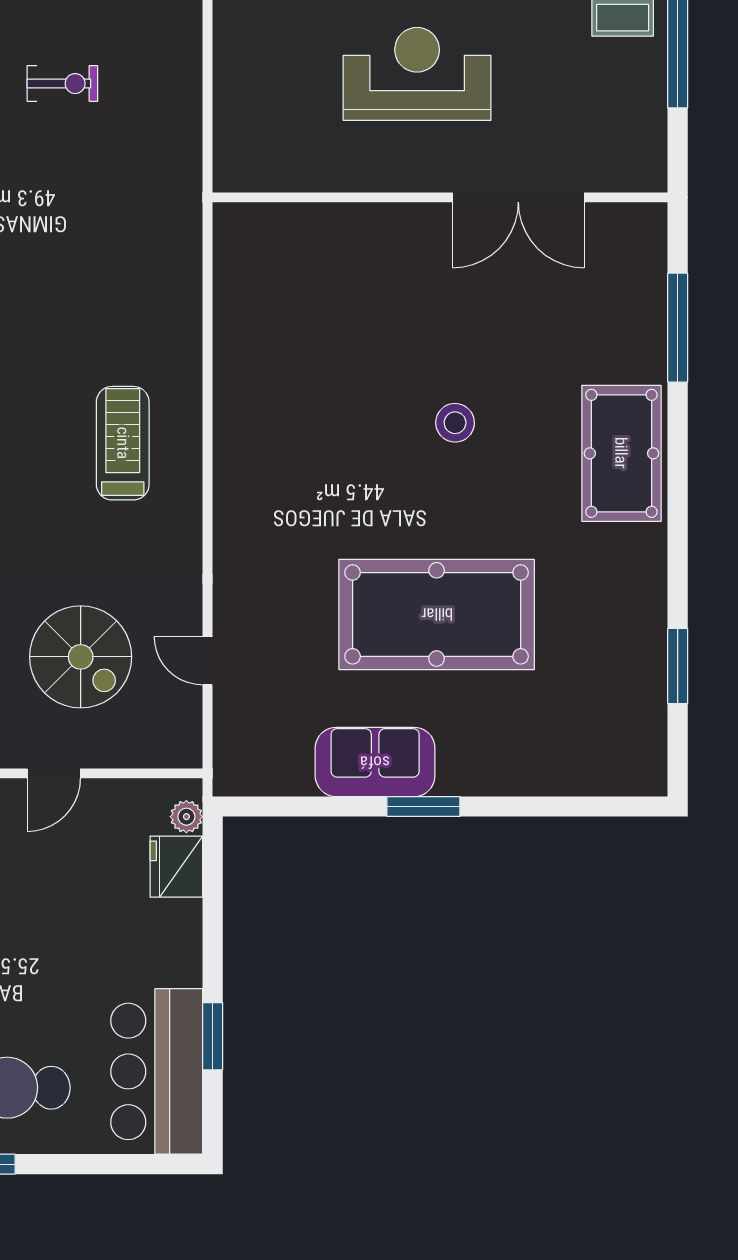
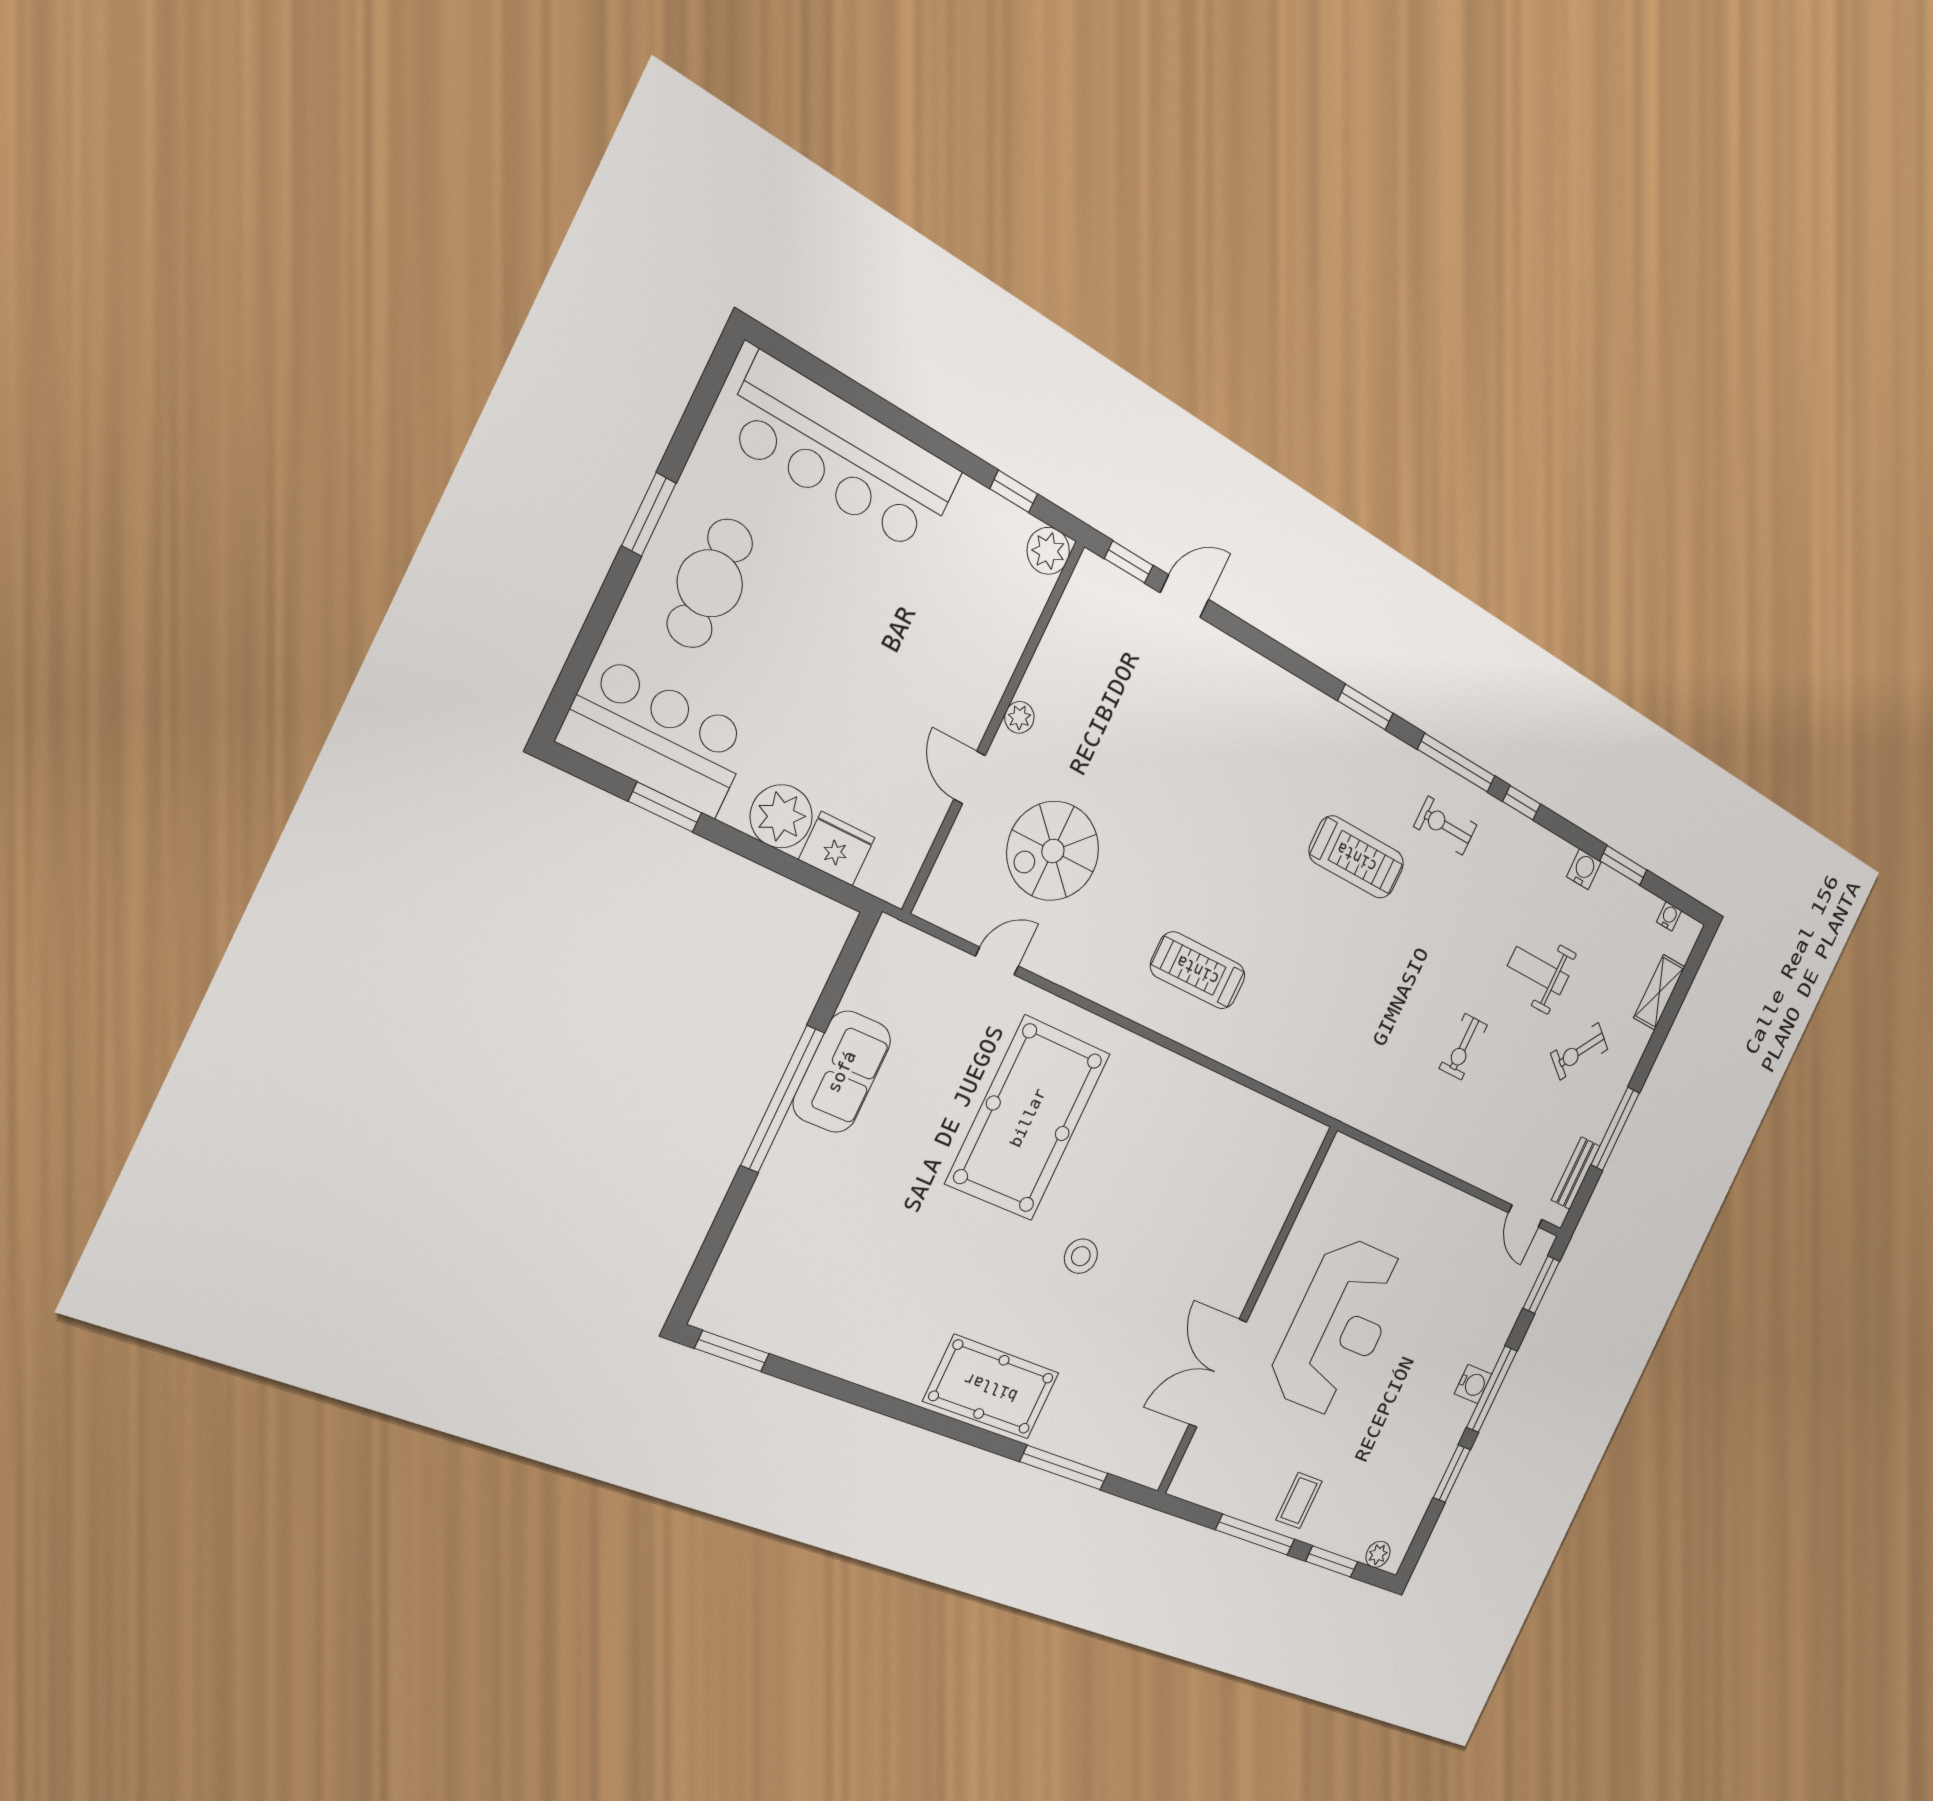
reception desk: (417, 74) -> (1338, 1327), width x1.36, depth x1.30
treadmill: (123, 443) -> (1198, 970), turned 180
pool table: (437, 614) -> (1028, 1118), moved
window: (678, 666) -> (732, 1351), moved
window: (423, 806) -> (783, 1099), width x2.11
plant: (186, 817) -> (781, 816), moved, width x1.88, depth x1.88

